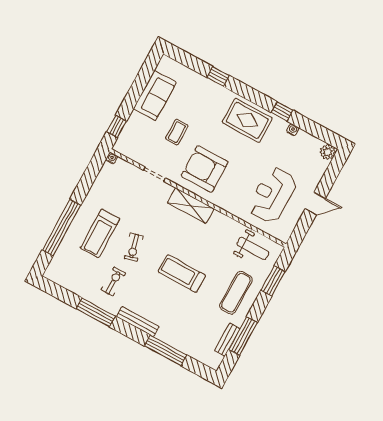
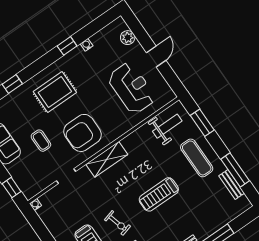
rug: (247, 120) -> (55, 92), moved
plant: (328, 152) -> (128, 38), moved
reception desk: (272, 195) -> (132, 88), turned 180

